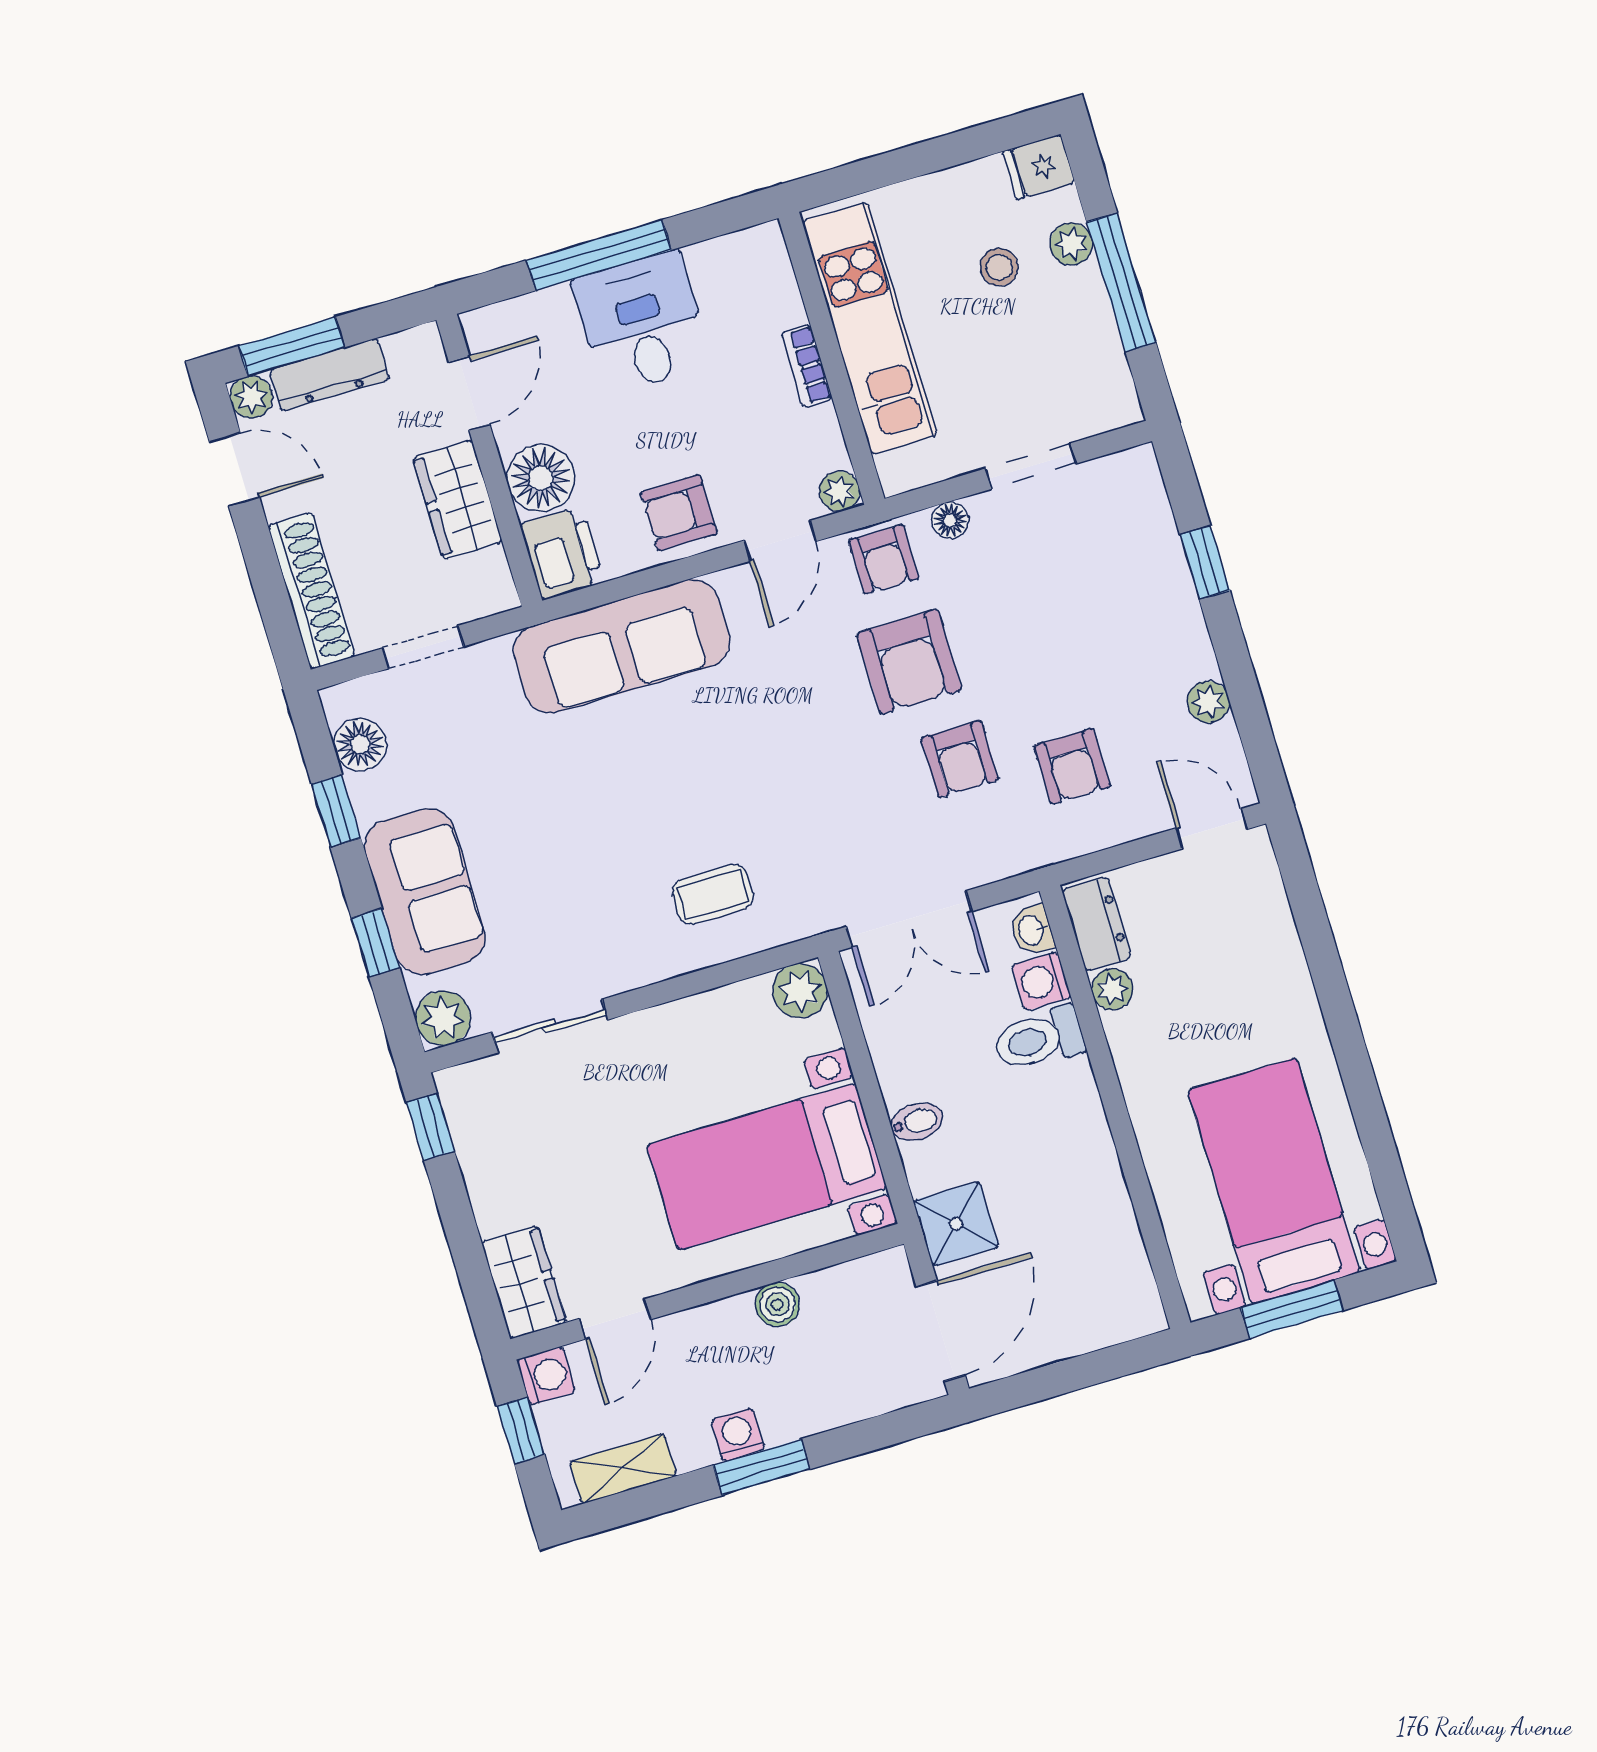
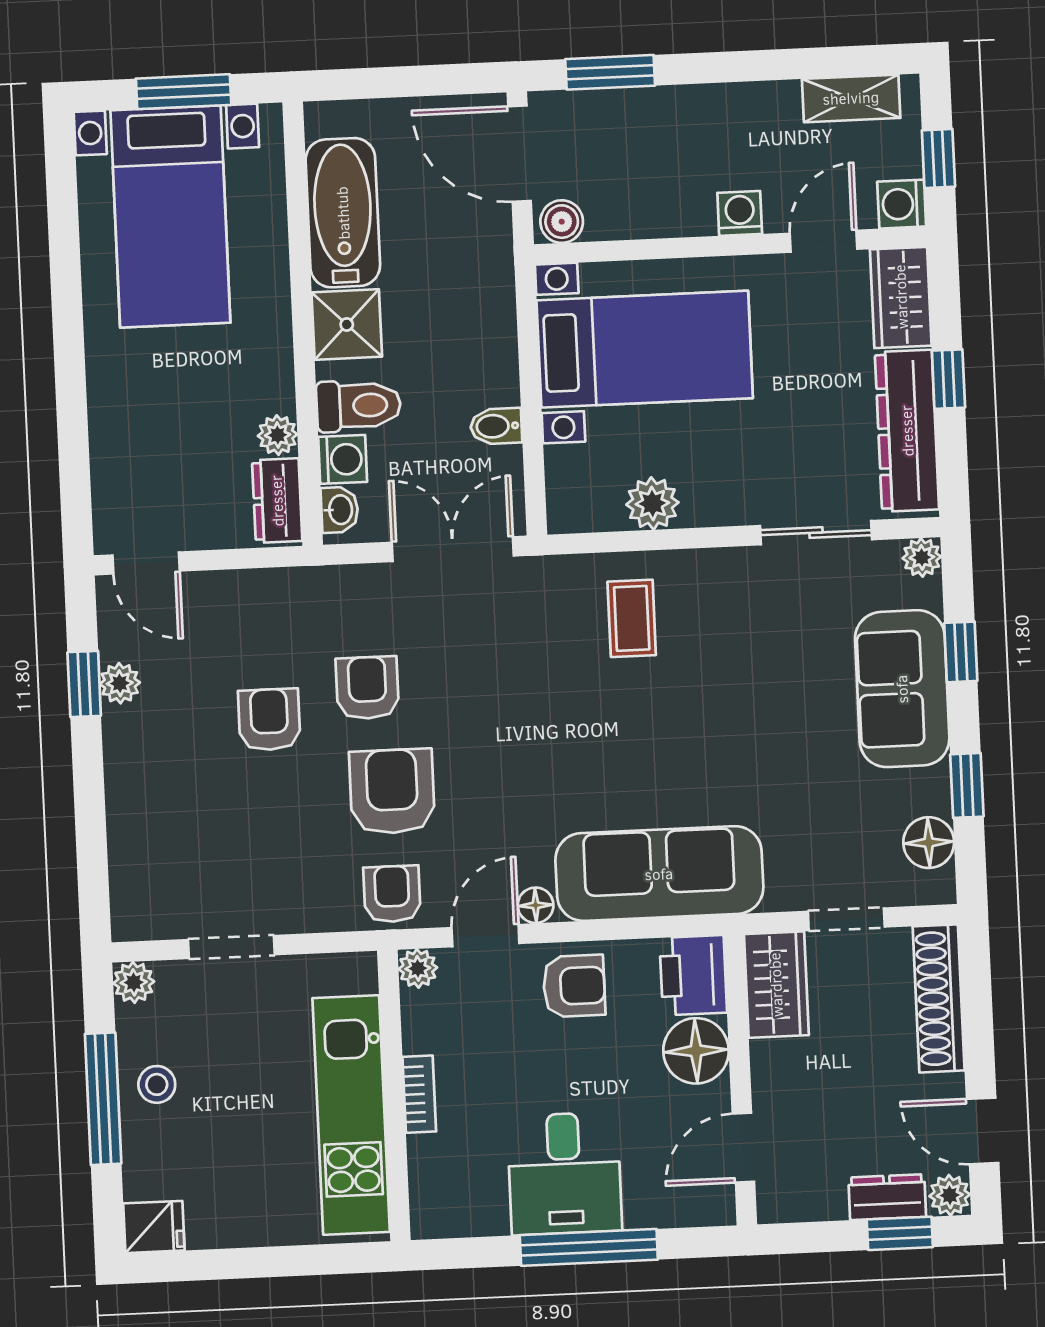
plant: (1071, 244) -> (134, 982), moved
stool: (999, 267) -> (157, 1084), moved
window: (292, 347) -> (900, 1233), width x0.67
dresser: (330, 375) -> (887, 1197), width x0.70
wardrobe: (458, 500) -> (776, 985), moved
floor lamp: (950, 520) -> (536, 905), moved
window: (1205, 562) -> (84, 684), moved
armchair: (1072, 766) -> (269, 720), moved
coffee table: (713, 894) -> (632, 618), turned 90
plant: (800, 991) -> (652, 503), moved
plant: (443, 1018) -> (922, 557), width x0.73, depth x0.73
bidet: (917, 1122) -> (496, 426), moved
window: (430, 1127) -> (948, 379), moved
dresser: (484, 1150) -> (907, 431), added
shower: (956, 1224) -> (347, 324), moved
bathtub: (1103, 1228) -> (343, 213), added
boiler: (777, 1305) -> (562, 222), moved
door: (941, 1331) -> (520, 154), hinge flipped
washing machine: (738, 1435) -> (740, 213), moved, turned 180
window: (762, 1467) -> (610, 72), moved

